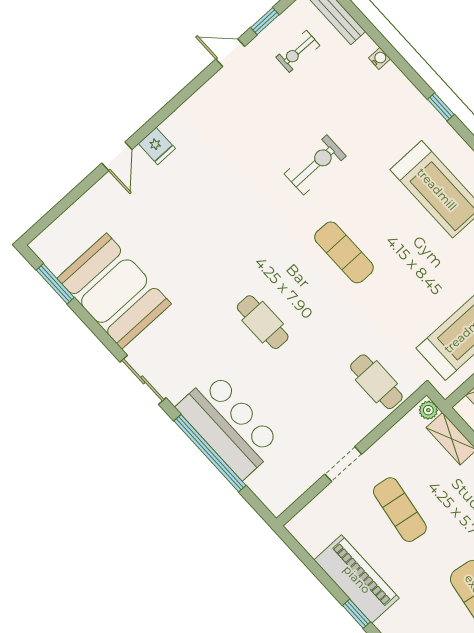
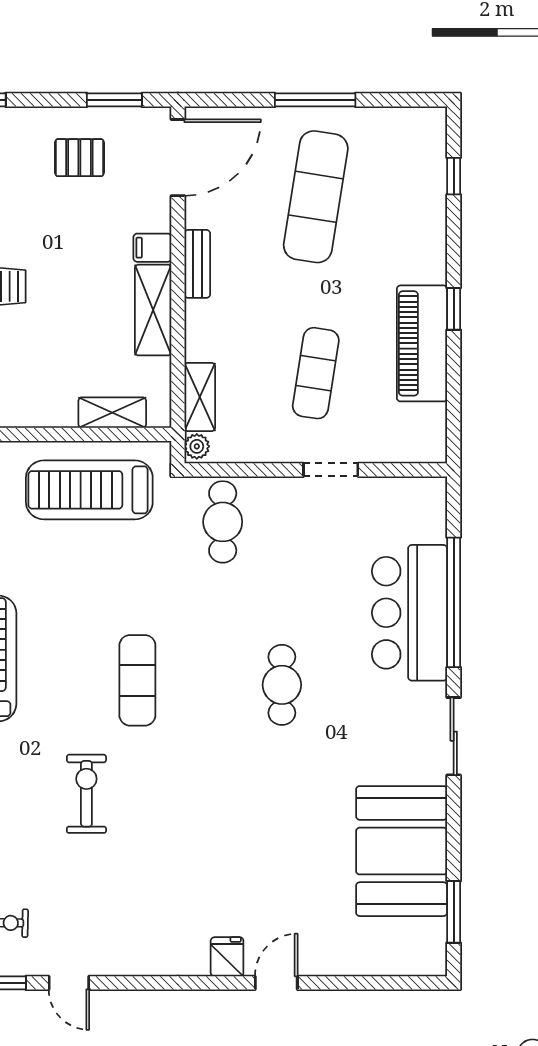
exercise bike: (315, 165) -> (86, 794), turned 90

